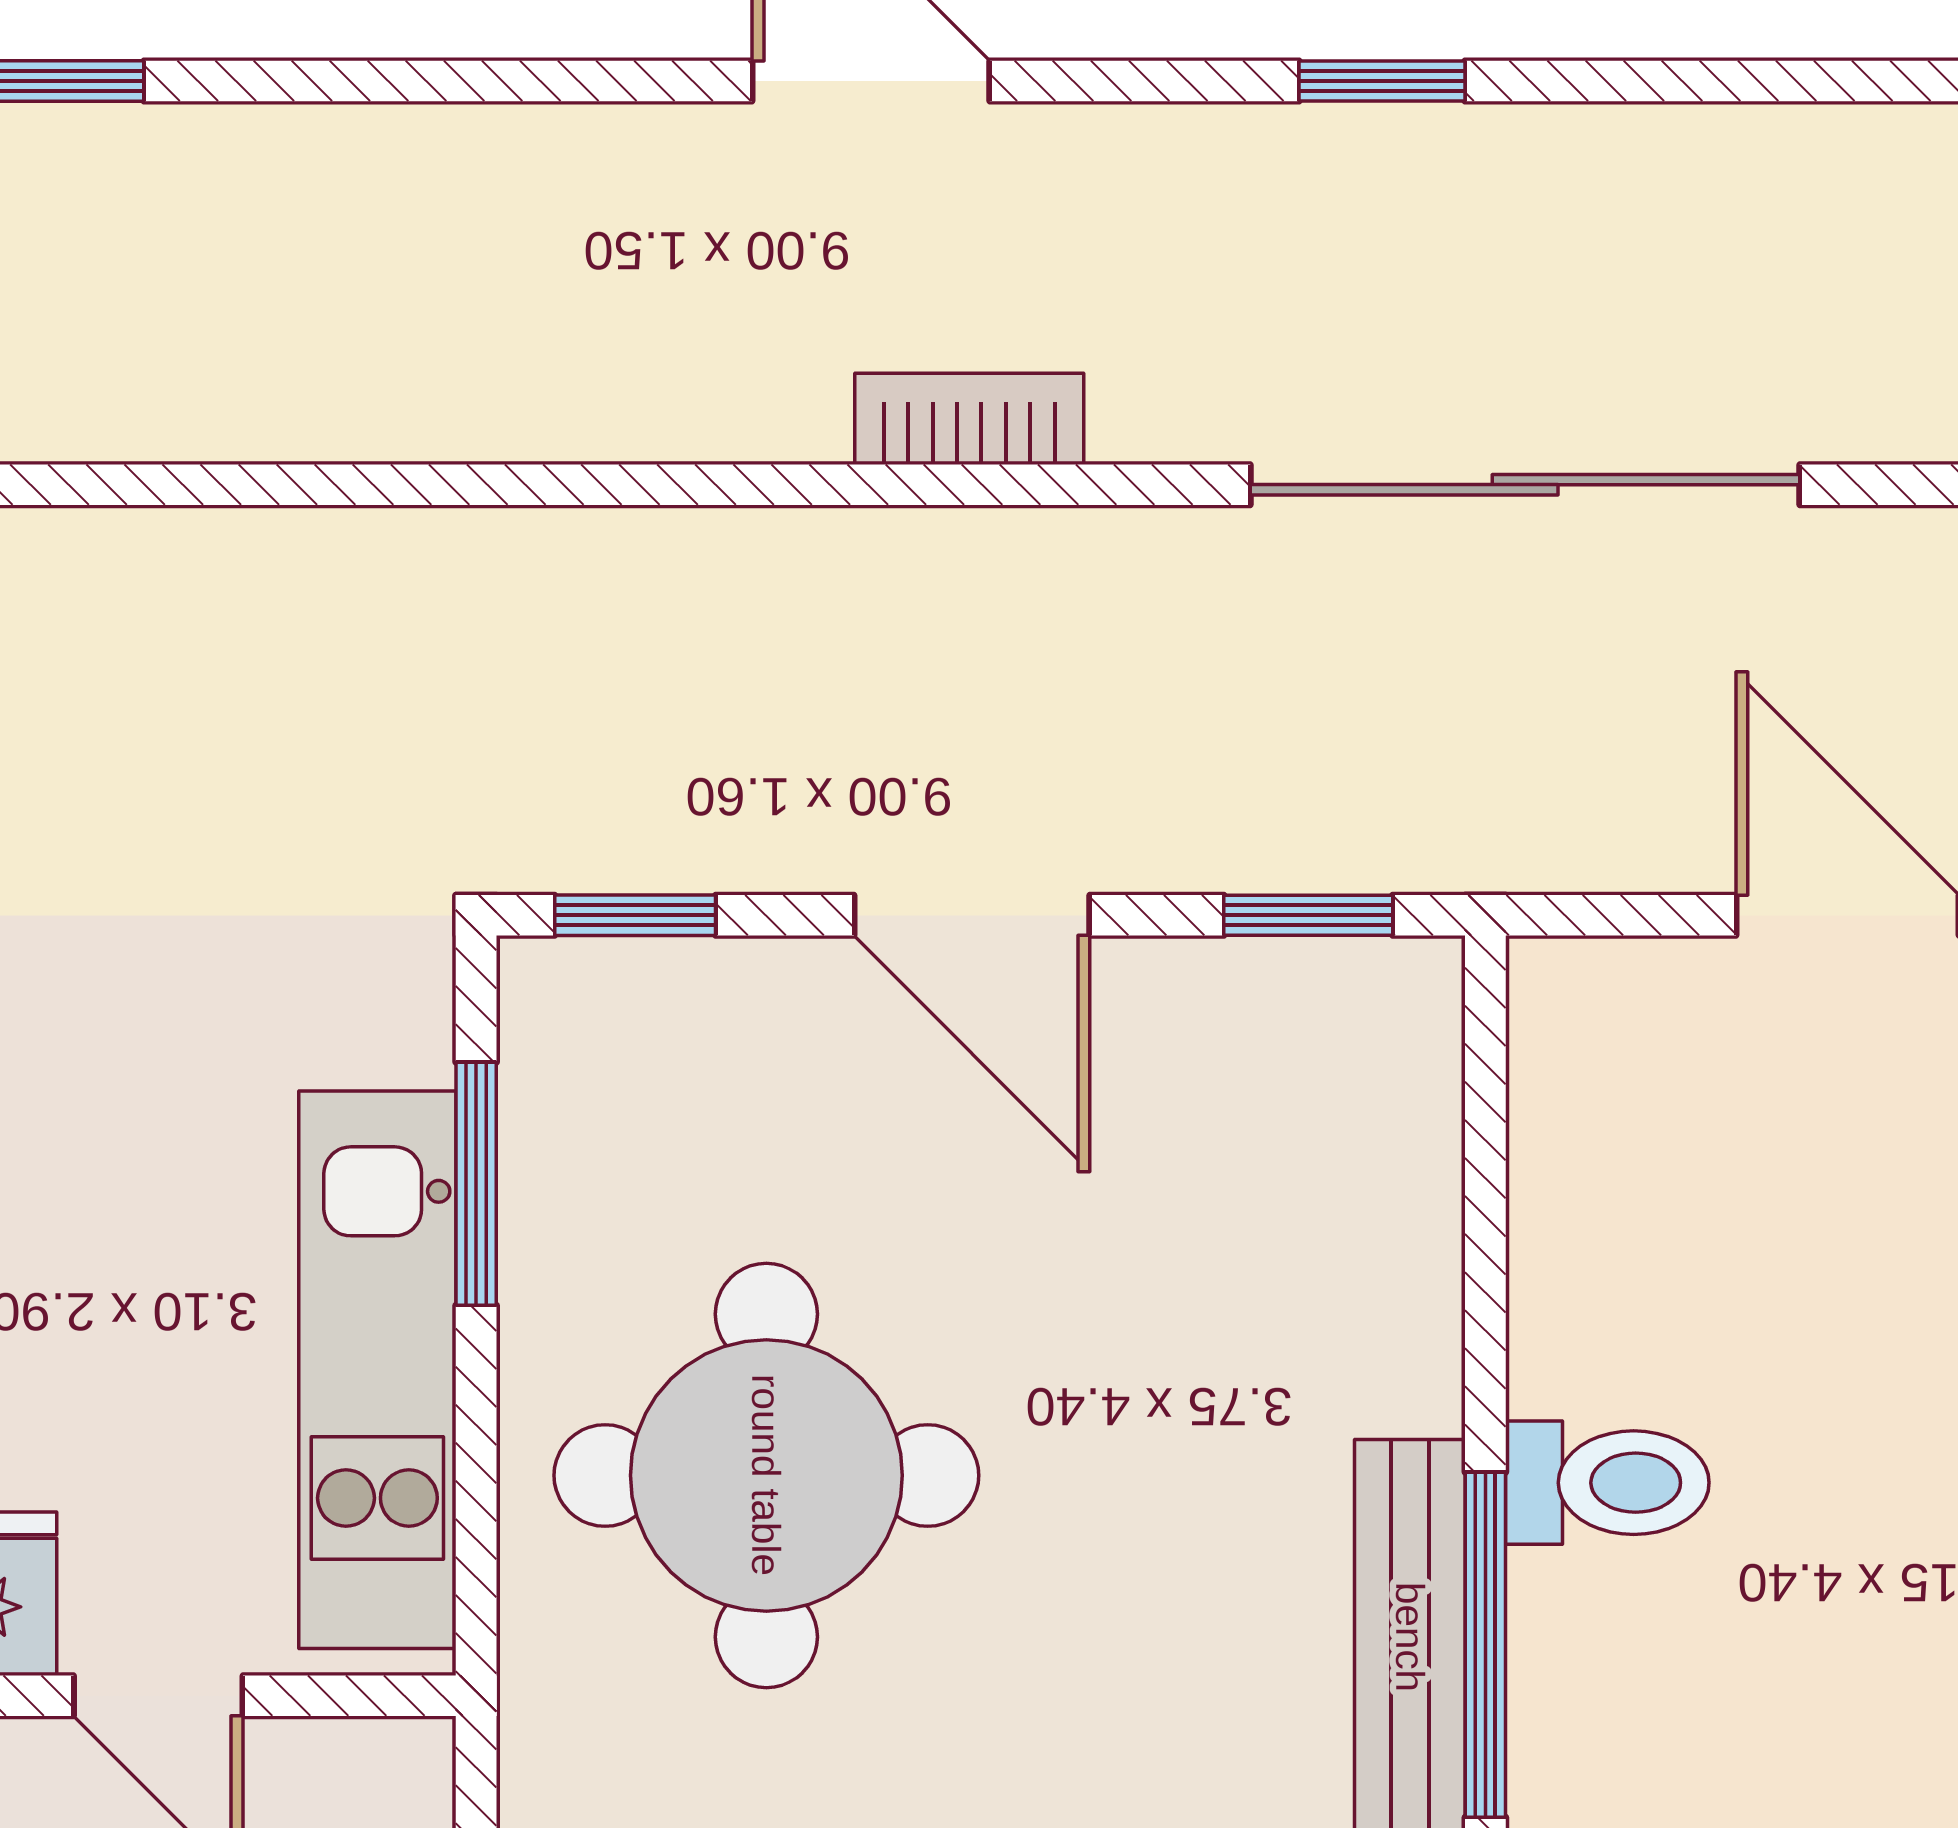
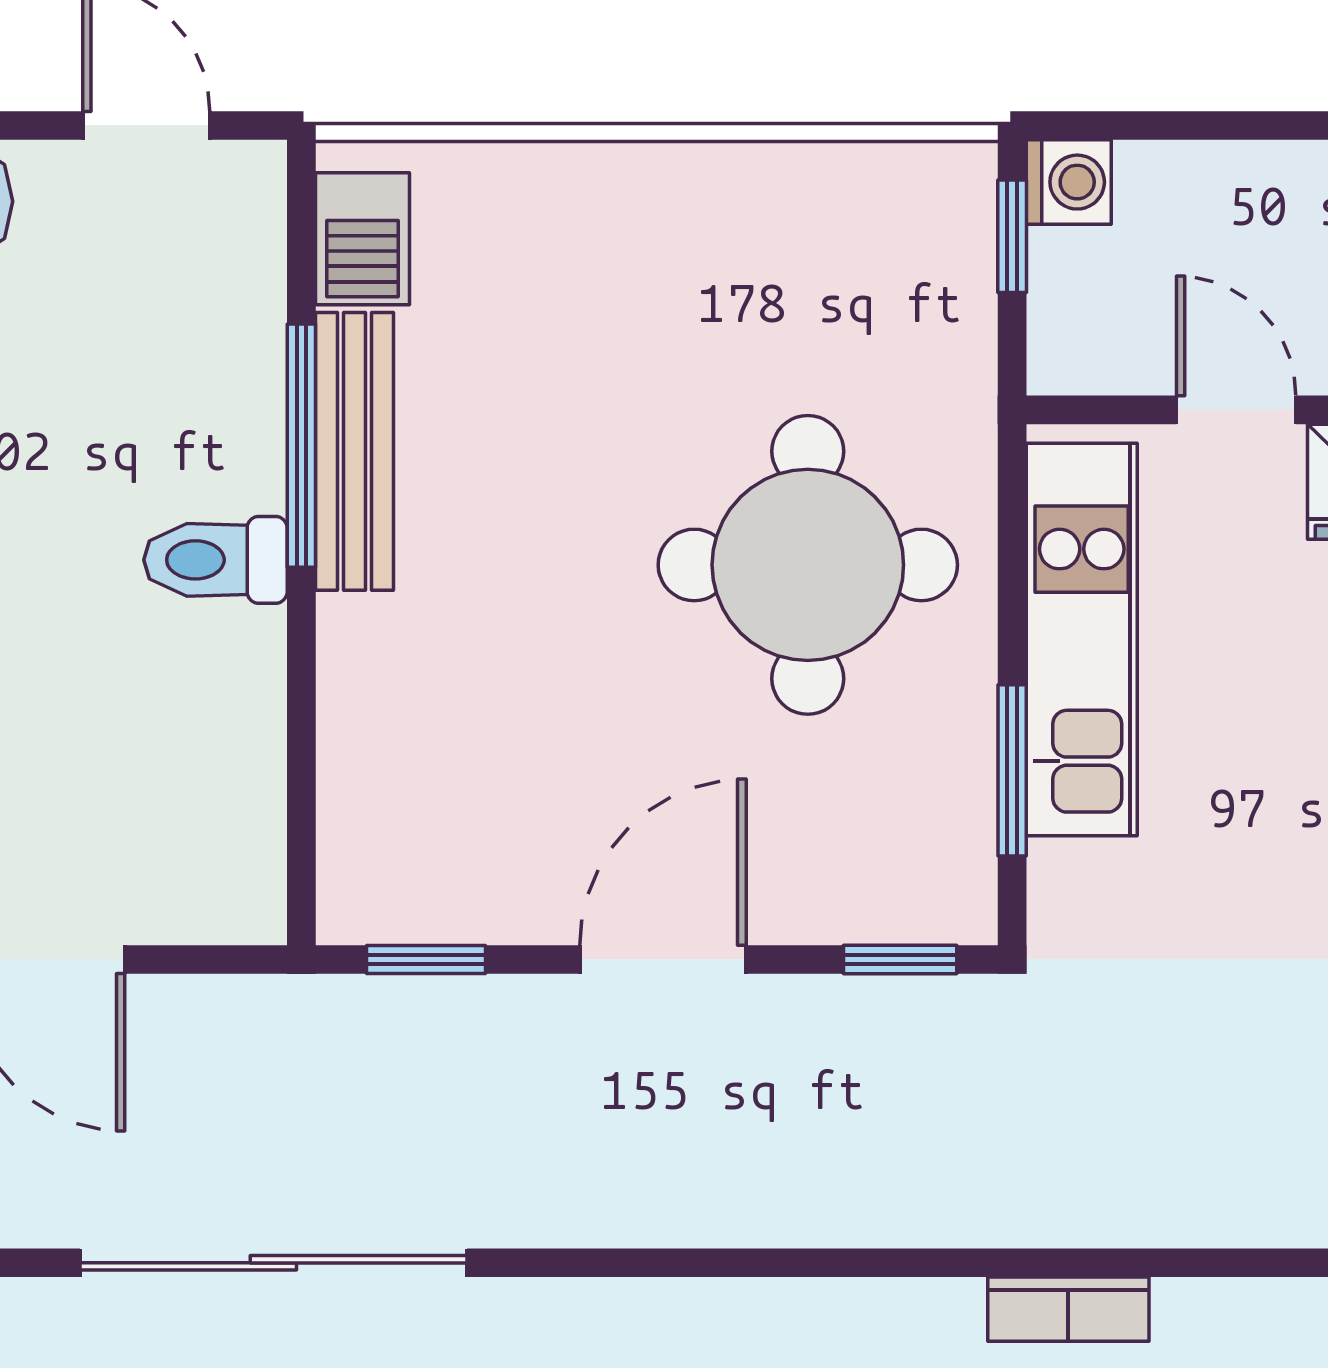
bookcase: (969, 419) -> (1068, 1309), moved
door: (972, 915) -> (663, 959), hinge flipped

